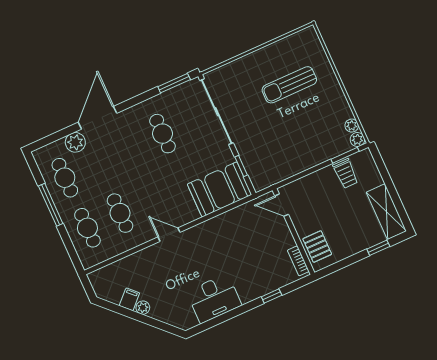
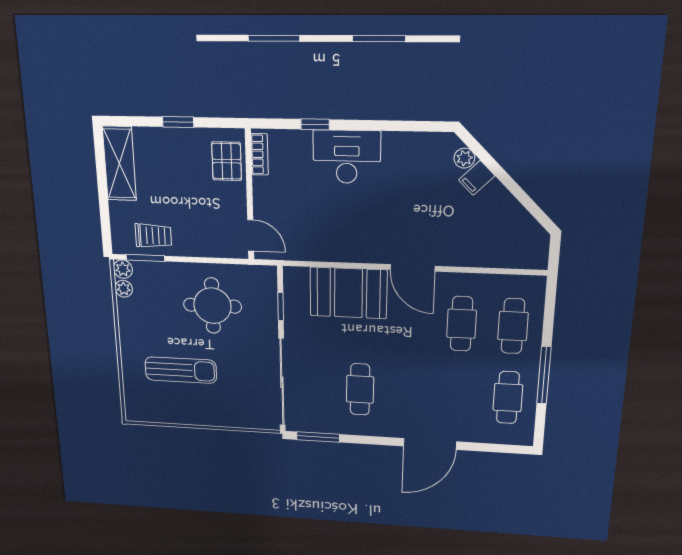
plant: (75, 142) -> (472, 430), removed
round table: (287, 144) -> (212, 306), added
trolley: (346, 173) -> (153, 236), turned 90
booth: (220, 189) -> (348, 293), moved
door: (169, 235) -> (413, 268), width x1.38
window: (378, 248) -> (178, 122), moved
desk: (214, 298) -> (347, 157), moved
filing cabinet: (129, 299) -> (477, 178), moved
plant: (143, 308) -> (464, 158), moved

